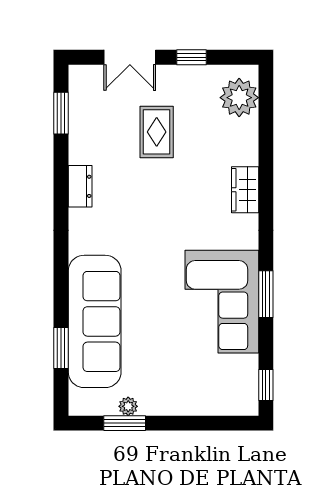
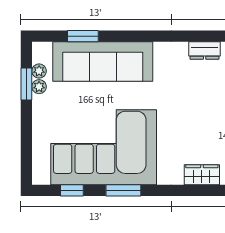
corner sofa: (222, 302) -> (104, 147), width x1.36, depth x1.36
window: (266, 385) -> (72, 190), moved
plant: (107, 406) -> (39, 71), added

